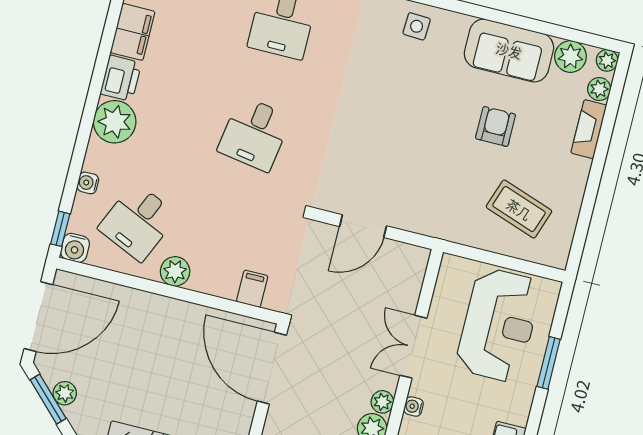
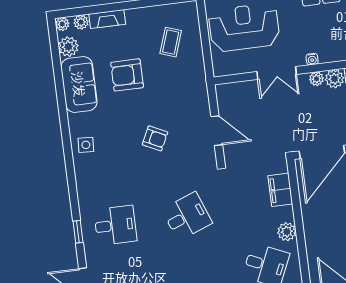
armchair: (496, 126) -> (127, 75), width x1.38, depth x1.38
armchair: (387, 131) -> (155, 138), added
desk: (254, 134) -> (187, 216), turned -30
coffee table: (519, 209) -> (171, 42), width x0.73, depth x0.77
filing cabinet: (252, 289) -> (280, 190), width x2.00

